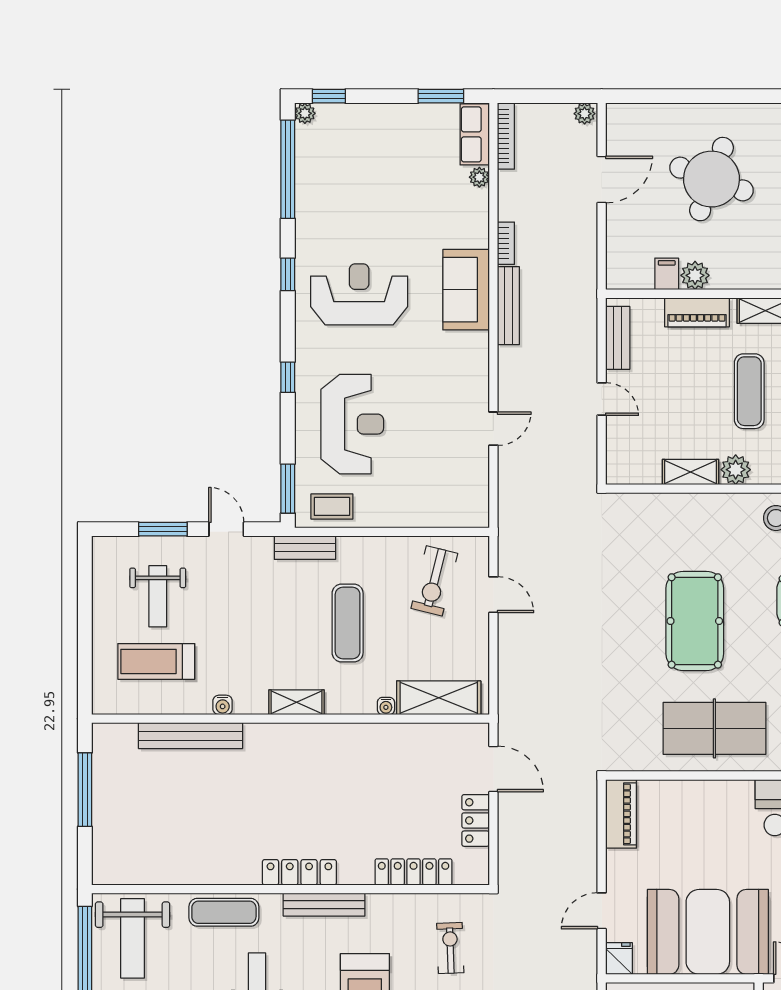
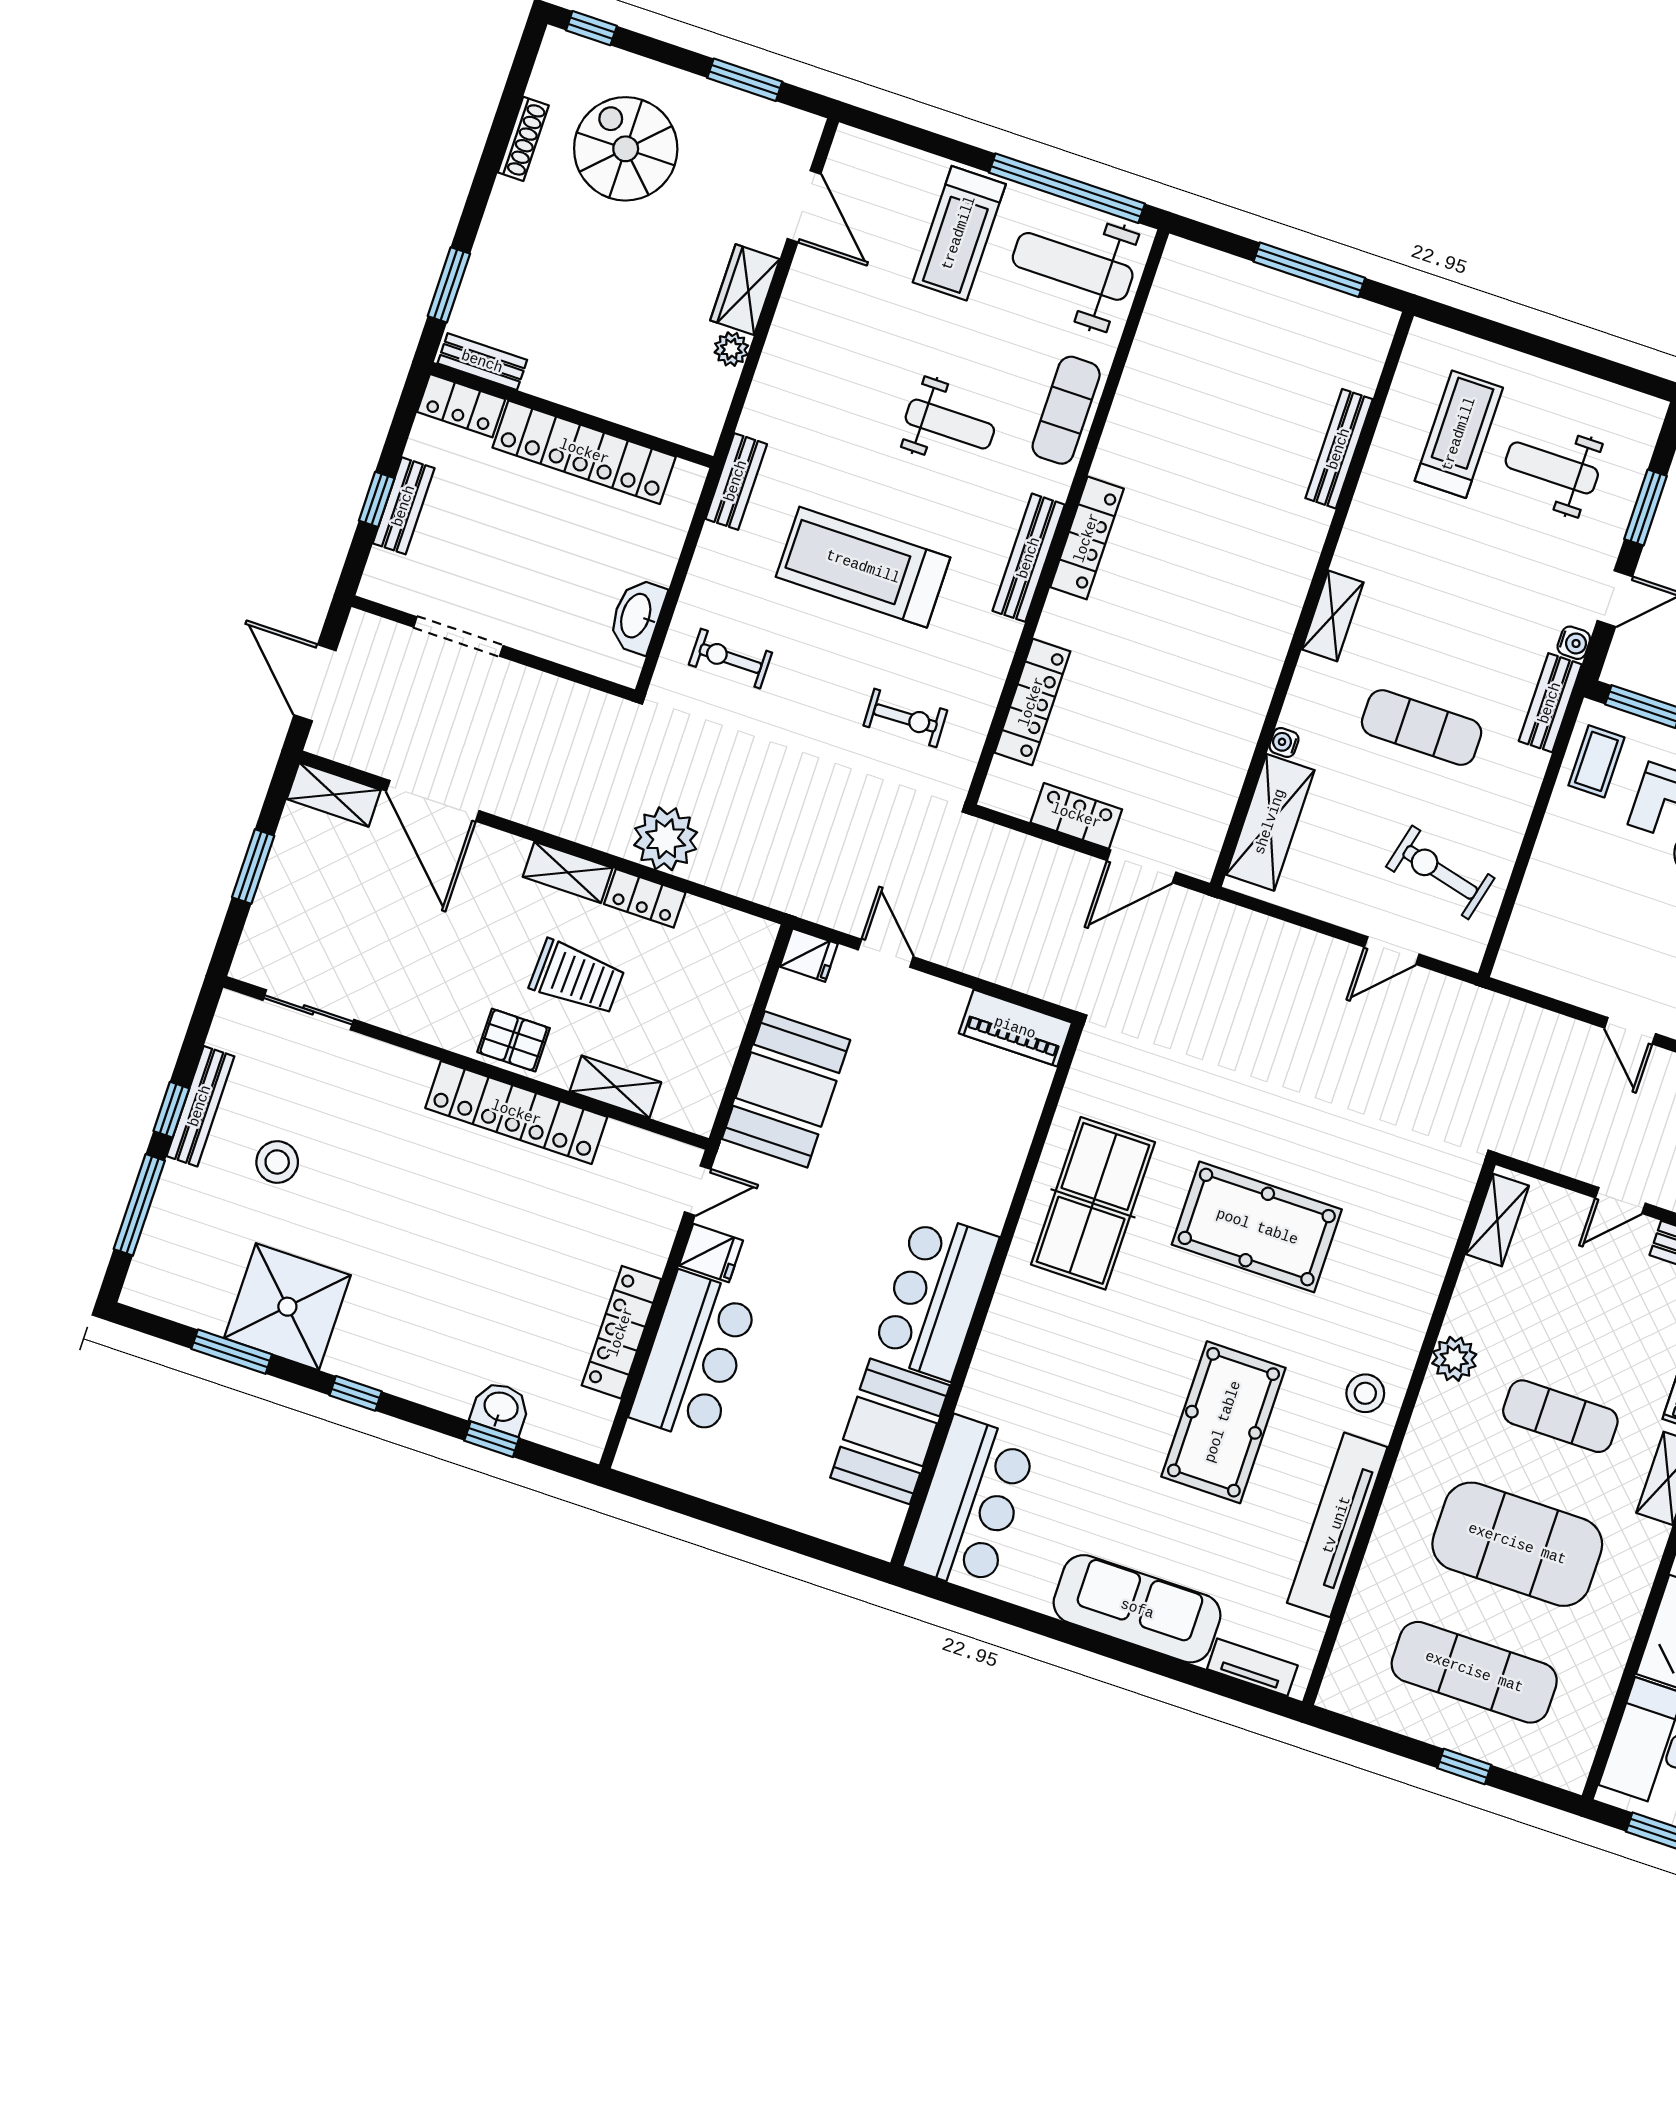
shelving: (691, 472) -> (1497, 1220), moved
water cooler: (223, 705) -> (1574, 643), moved, turned 180
bench: (191, 736) -> (1339, 449), width x0.73, depth x0.82
booth: (708, 932) -> (786, 1089), width x0.73, depth x0.70

